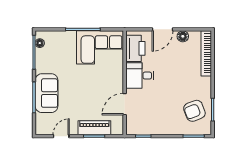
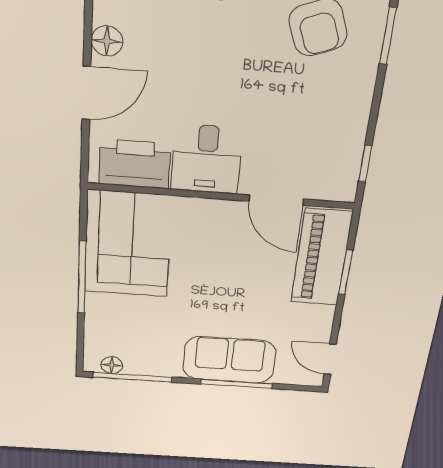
door: (162, 29) -> (86, 93), hinge flipped
piano: (94, 128) -> (321, 258), width x1.37, depth x1.33
door: (61, 136) -> (330, 359), moved

